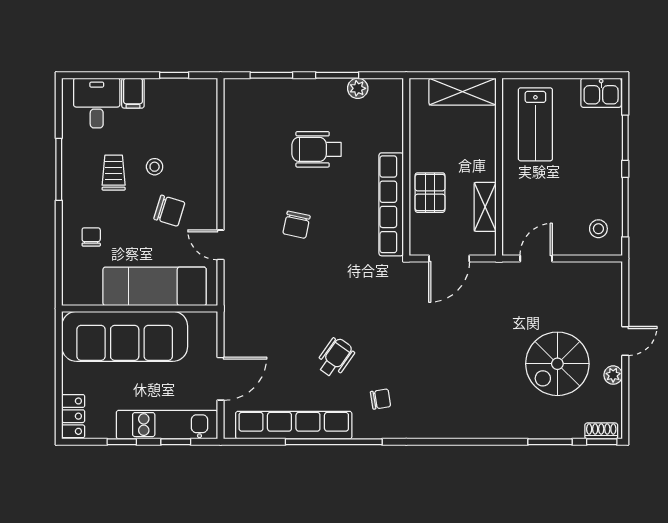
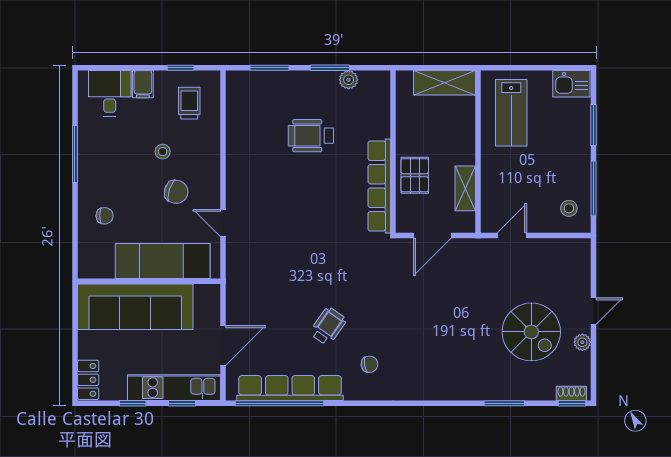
trolley: (114, 173) -> (189, 103), moved
chair: (297, 225) -> (293, 205), removed
chair: (91, 237) -> (105, 216), turned 90
spiral stairs: (557, 364) -> (531, 332), turned -90
window: (334, 442) -> (279, 403), moved
window: (550, 442) -> (504, 403), moved

